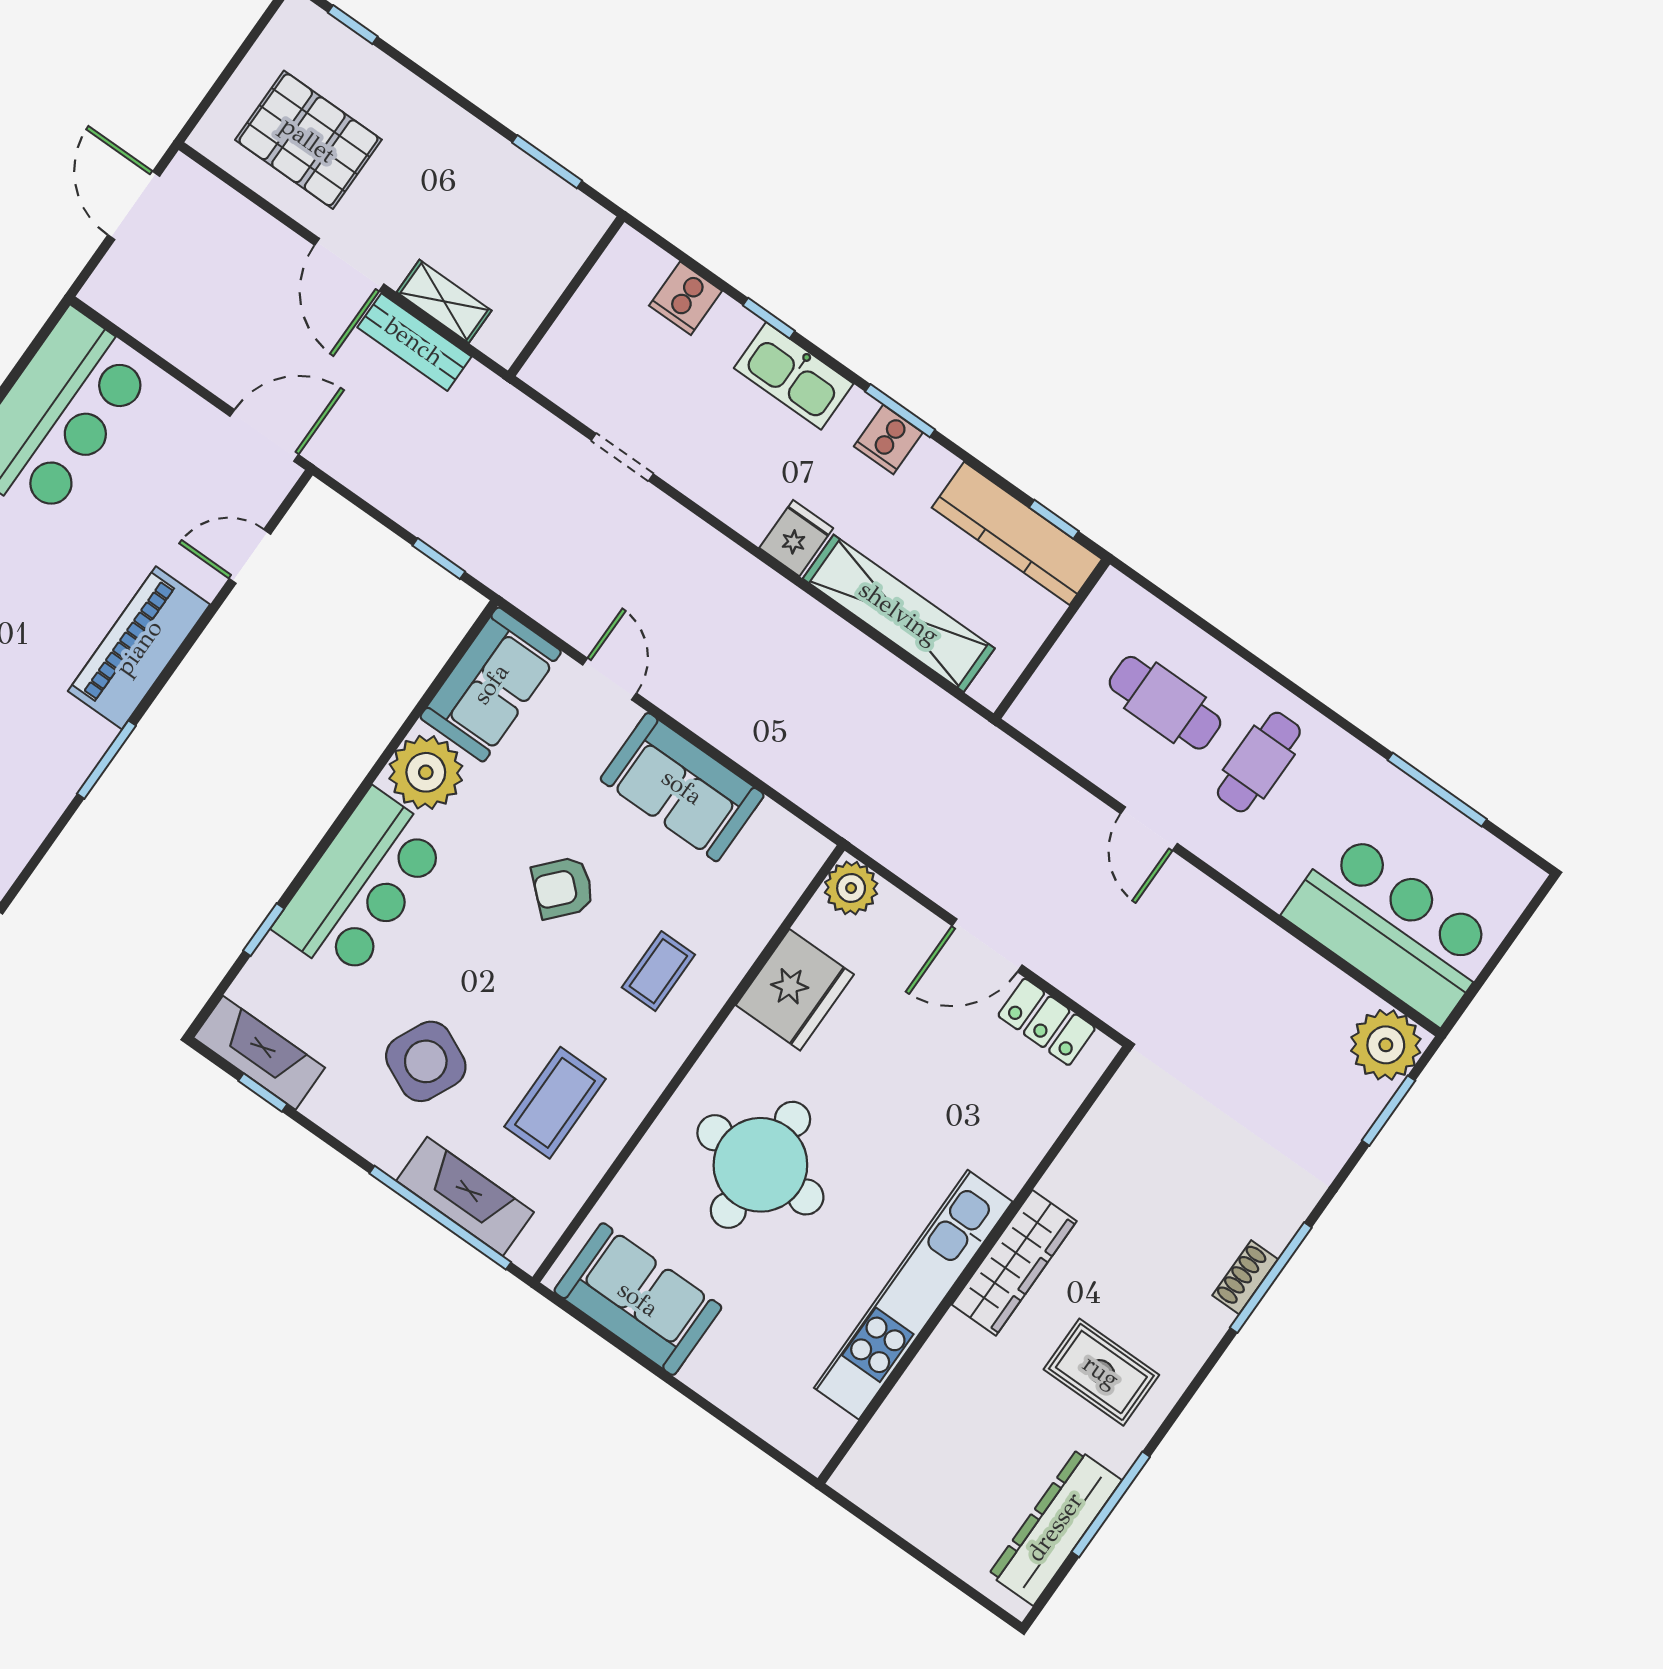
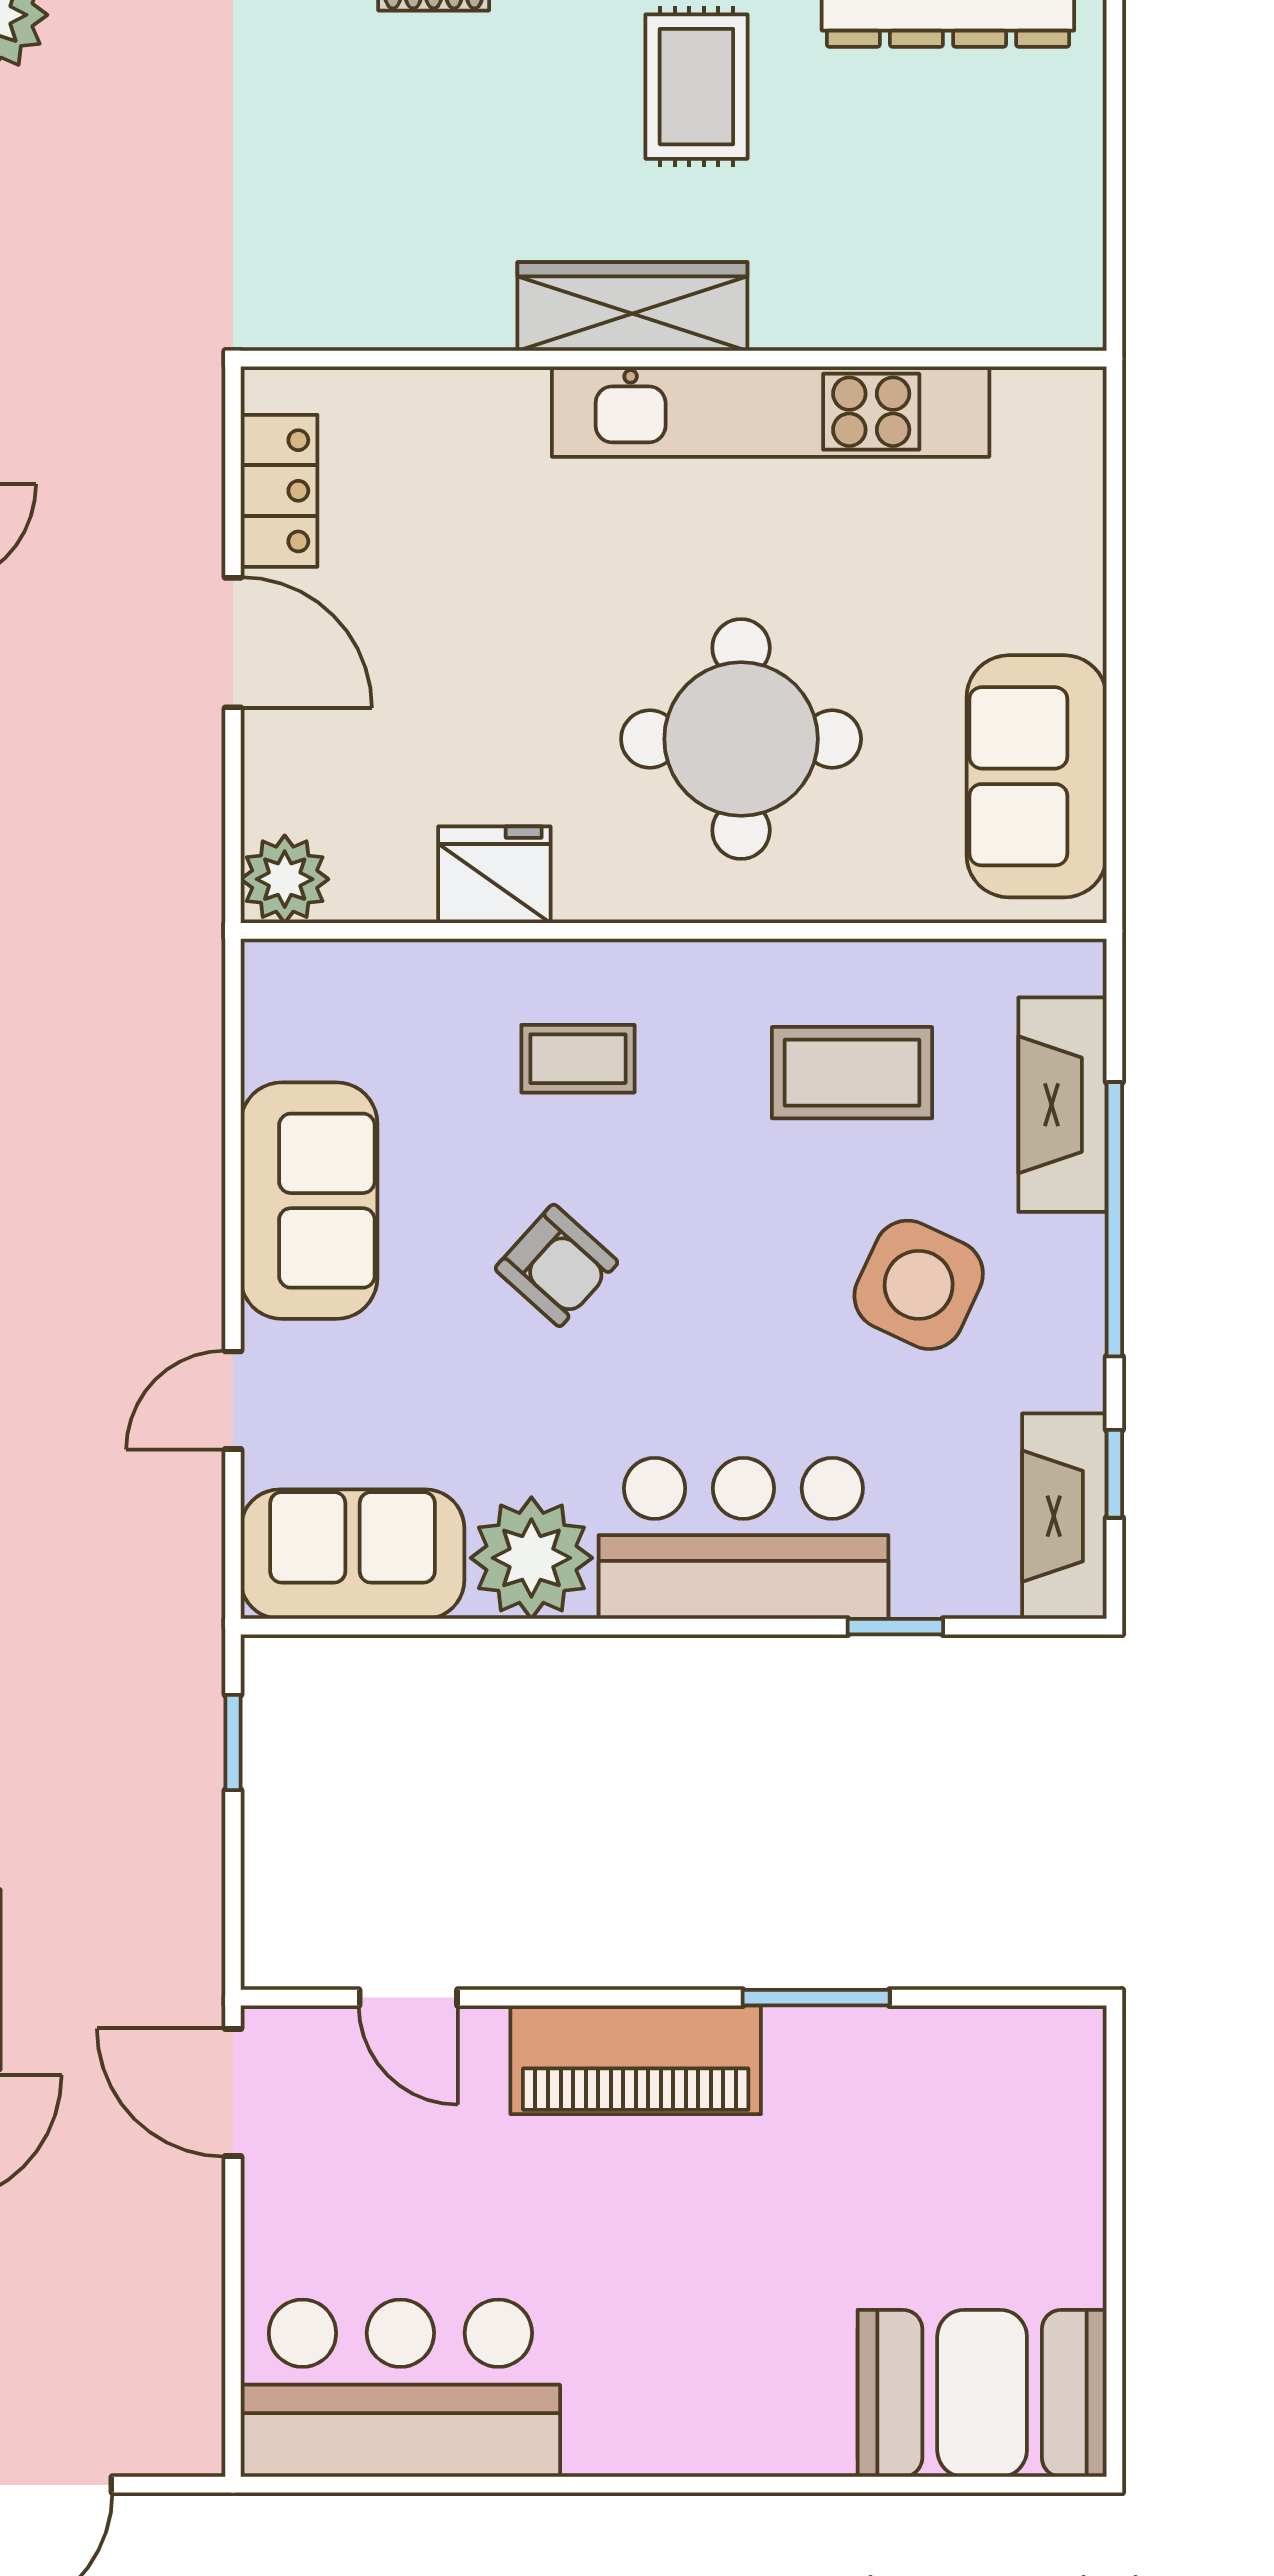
fridge: (795, 990) -> (494, 875), width x0.73, depth x0.75
window: (440, 1218) -> (1114, 1219), moved

